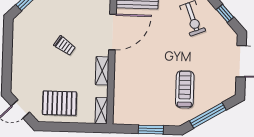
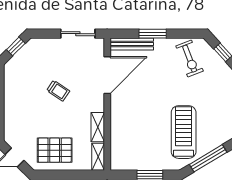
shelving: (102, 71) -> (98, 127), moved
treadmill: (185, 89) -> (184, 132), width x1.37, depth x1.38

